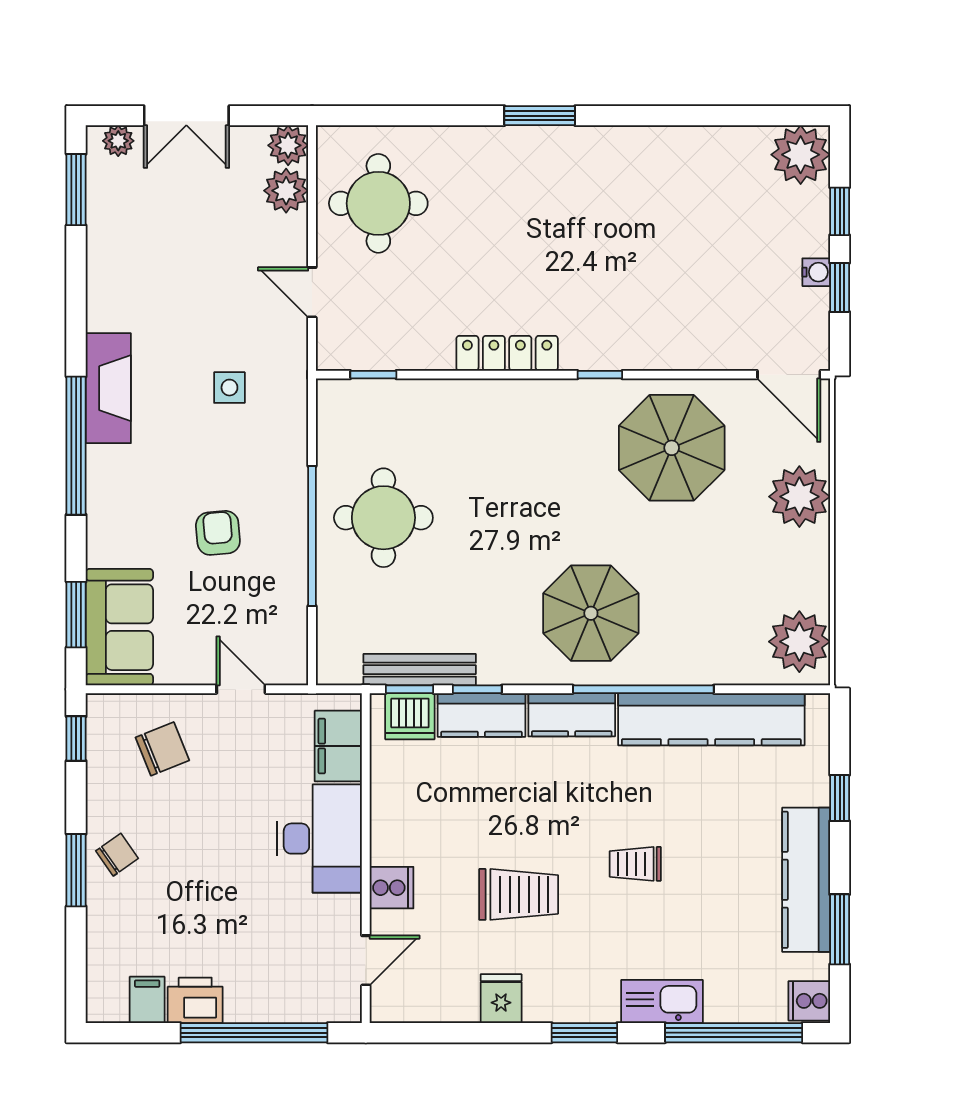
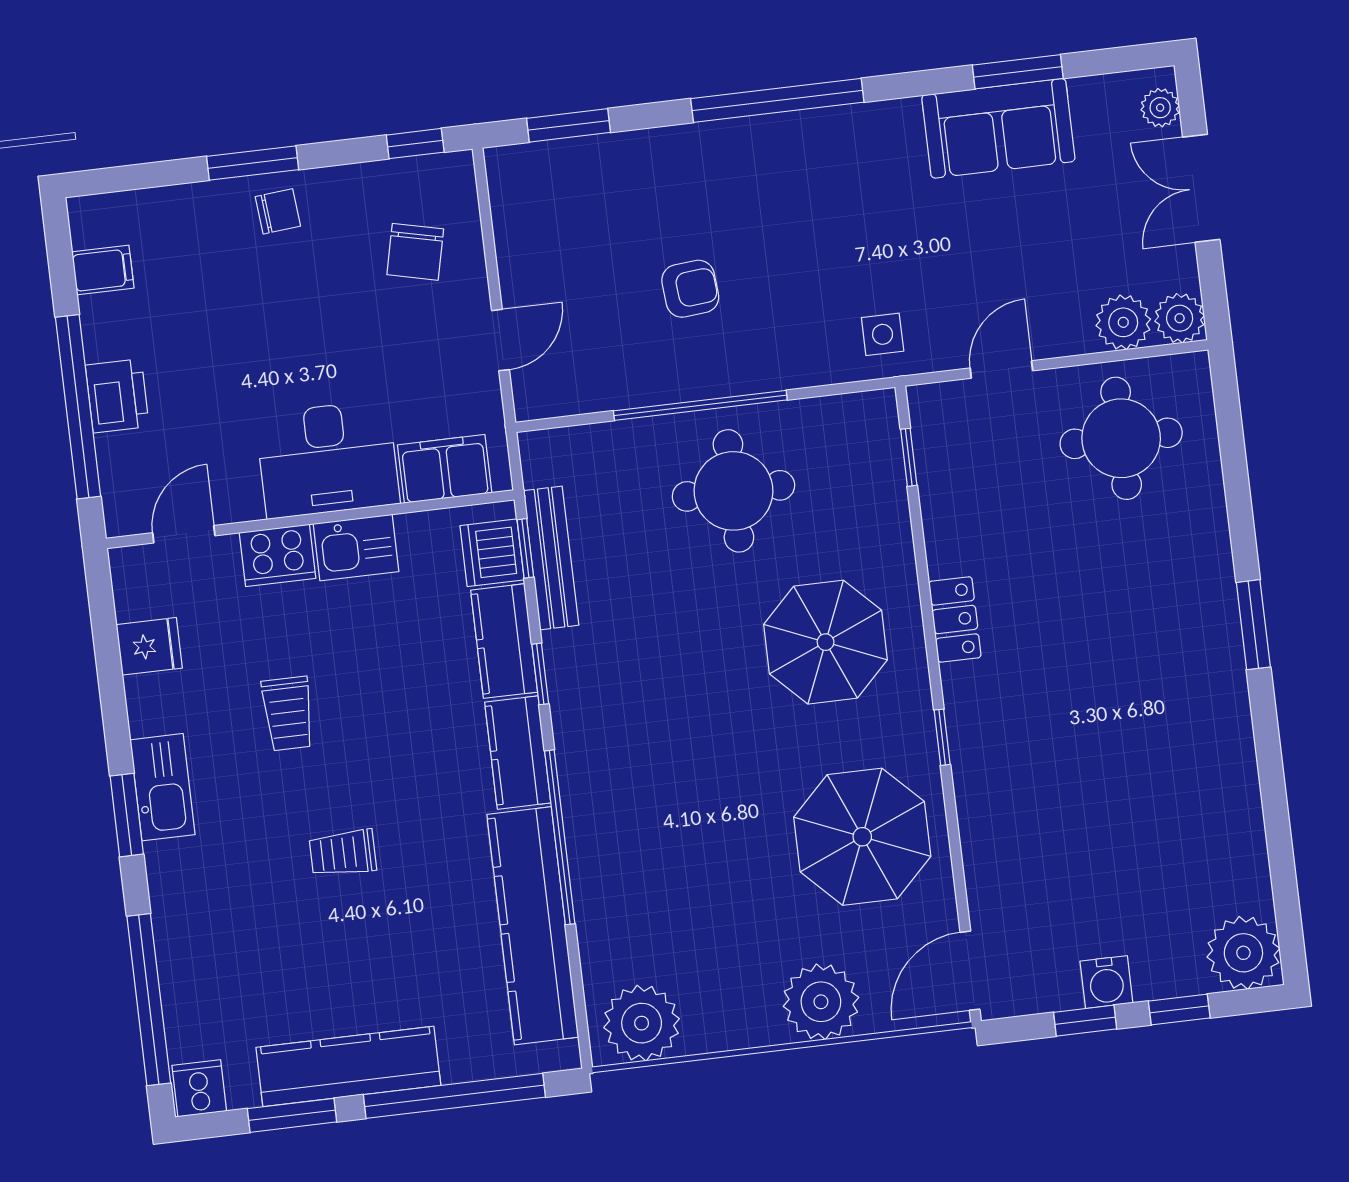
window: (76, 190) -> (1018, 72), moved
water cooler: (816, 272) -> (1106, 982), width x1.38, depth x1.38
locker: (507, 353) -> (955, 619), width x0.66
fireplace: (108, 388) -> (853, 132), removed
side table: (229, 388) -> (883, 334), moved
parasol: (591, 613) -> (826, 642), moved
sofa: (119, 627) -> (998, 128), moved
window: (477, 689) -> (540, 674), moved
chair: (162, 749) -> (415, 252), turned 35
window: (840, 798) -> (454, 1096), width x3.17
kitchen sink: (393, 824) -> (356, 548), added
chair: (117, 855) -> (278, 211), turned -60
trolley: (635, 864) -> (343, 853), turned -90
cooker: (392, 888) -> (278, 555), width x1.36
trolley: (519, 894) -> (288, 714), width x0.73, depth x0.72
door: (366, 960) -> (184, 534), swing flipped
fridge: (501, 999) -> (149, 646), moved
printer: (195, 1000) -> (117, 396), moved
kitchen sink: (662, 1002) -> (162, 787), moved

